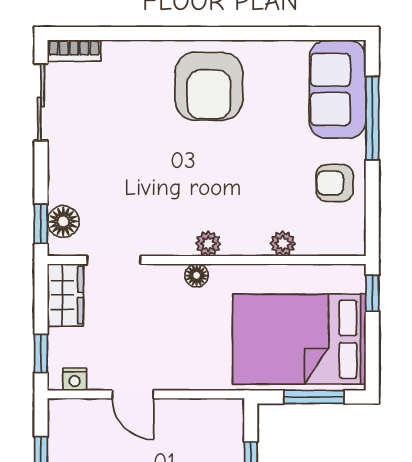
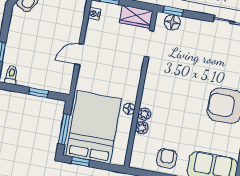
plant: (208, 244) -> (144, 114), moved
floor lamp: (197, 275) -> (129, 109), moved
window: (372, 293) -> (80, 162), moved
door: (133, 394) -> (79, 54), moved

